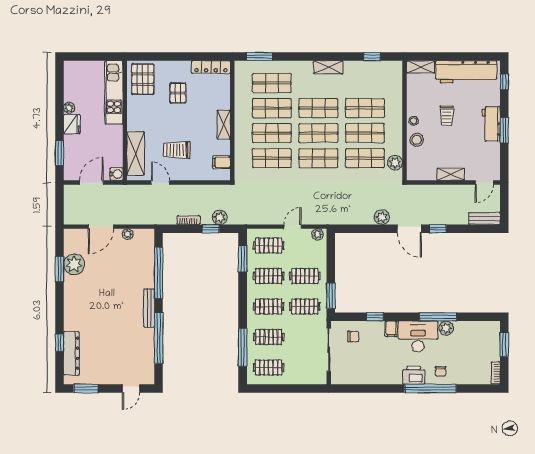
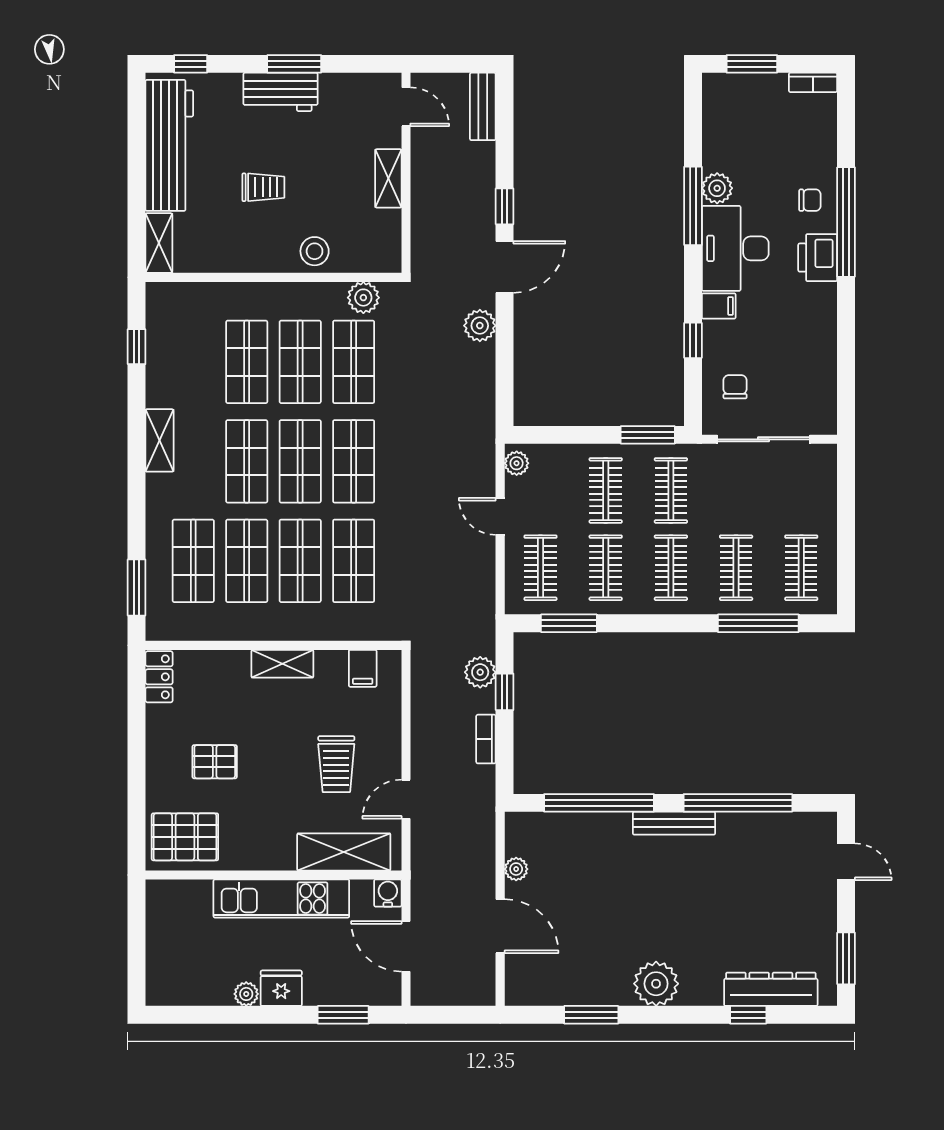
locker: (211, 67) -> (159, 677), width x0.66
kitchen unit: (114, 92) -> (281, 899), moved
stool: (414, 121) -> (274, 258), removed
plant: (74, 264) -> (656, 984), moved

